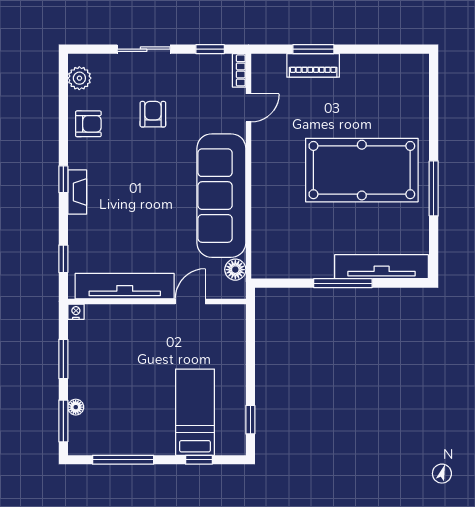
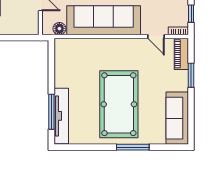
piano: (313, 65) -> (181, 54), moved
sofa: (385, 72) -> (177, 118), added
window: (434, 188) -> (133, 147), moved
window: (343, 283) -> (51, 112), moved

